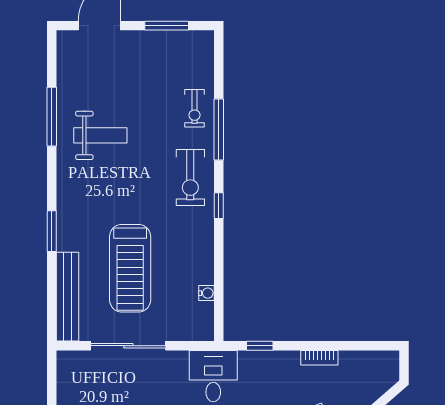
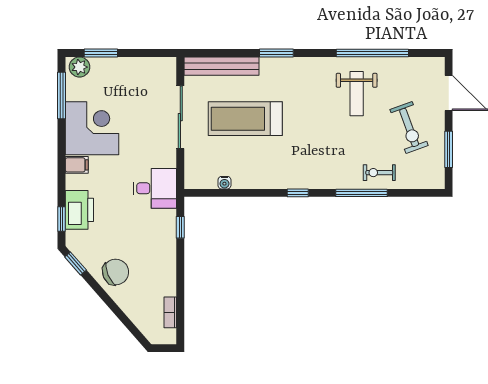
window: (52, 117) -> (372, 53), width x1.46
exercise bike: (190, 177) -> (409, 127), moved, turned -110
bookcase: (319, 358) -> (170, 312), moved

